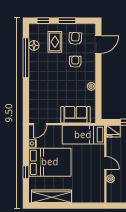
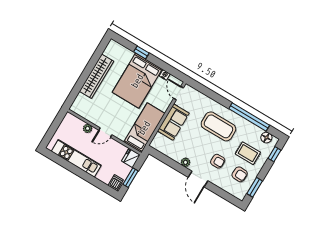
window: (67, 21) -> (255, 187), moved
door: (98, 44) -> (198, 179), moved
floor lamp: (34, 45) -> (266, 138), moved
coffee table: (48, 77) -> (218, 126), added
sofa: (76, 115) -> (173, 122), moved
wardrobe: (51, 196) -> (97, 76), moved

